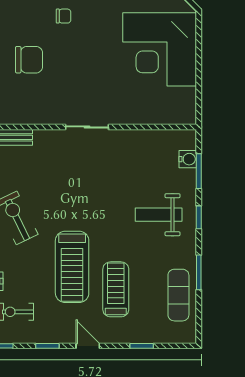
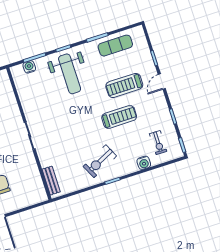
weight bench: (159, 215) -> (70, 74), width x1.36, depth x1.33
treadmill: (72, 267) -> (119, 117), width x0.73, depth x0.73
door: (88, 346) -> (162, 82), moved

